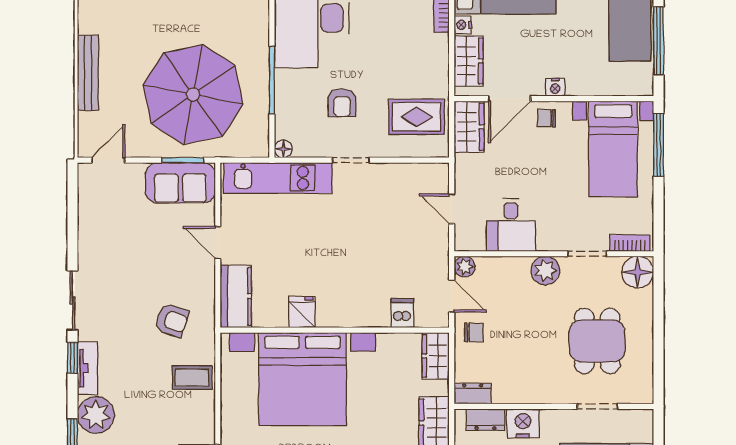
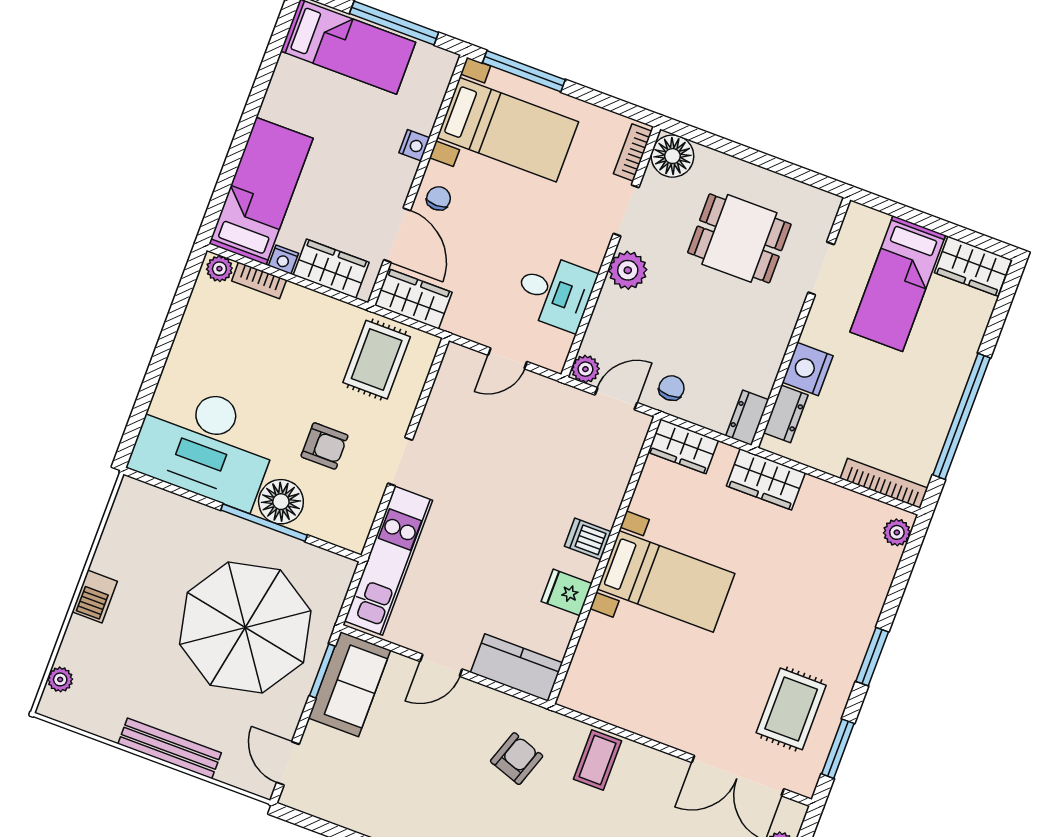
nightstand: (555, 87) -> (414, 145), moved
chair: (546, 118) -> (438, 198), turned 180
floor lamp: (283, 149) -> (281, 502), moved, width x1.89, depth x1.89
dishwasher: (402, 313) -> (588, 539), moved
bed with nightstands: (302, 379) -> (666, 581), width x0.54

